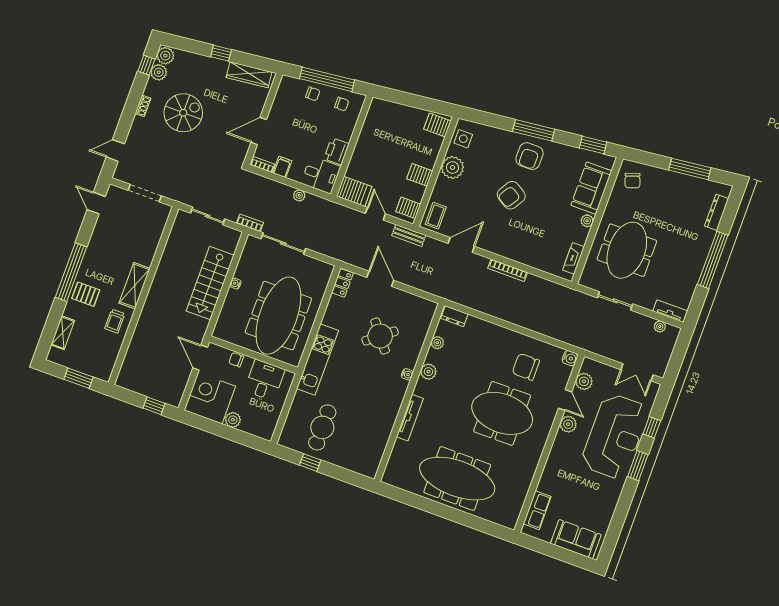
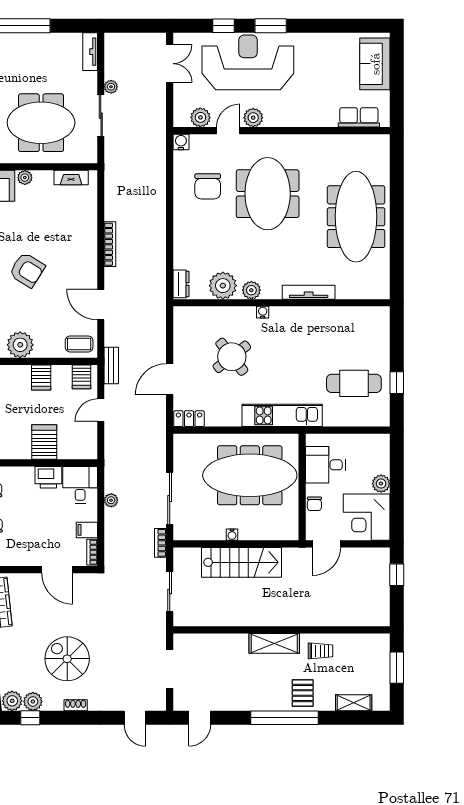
server rack: (354, 191) -> (44, 442), moved
plant: (660, 327) -> (111, 87), moved
plant: (437, 343) -> (223, 286), width x1.87, depth x1.87

